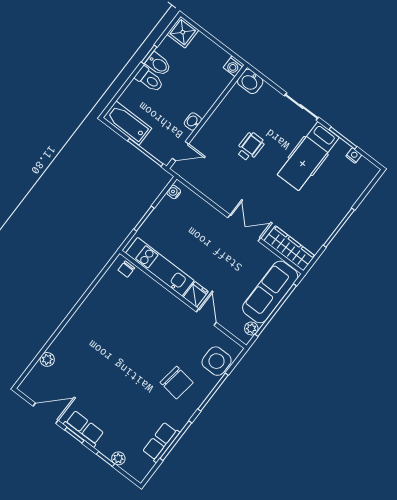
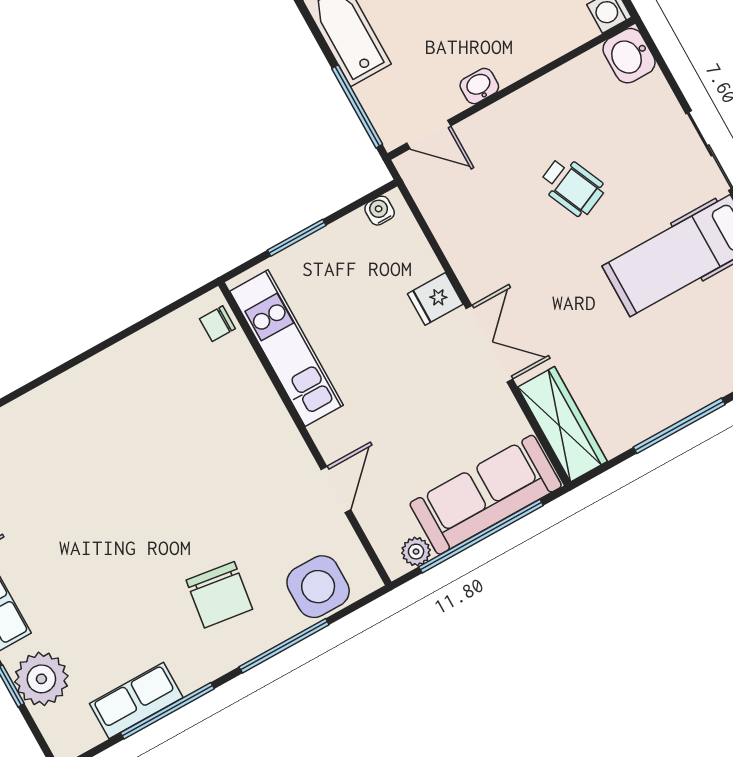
wheelchair: (250, 147) -> (572, 186), turned 66
fridge: (196, 294) -> (435, 299), moved, turned 180
plant: (118, 458) -> (41, 679), width x1.87, depth x1.87

